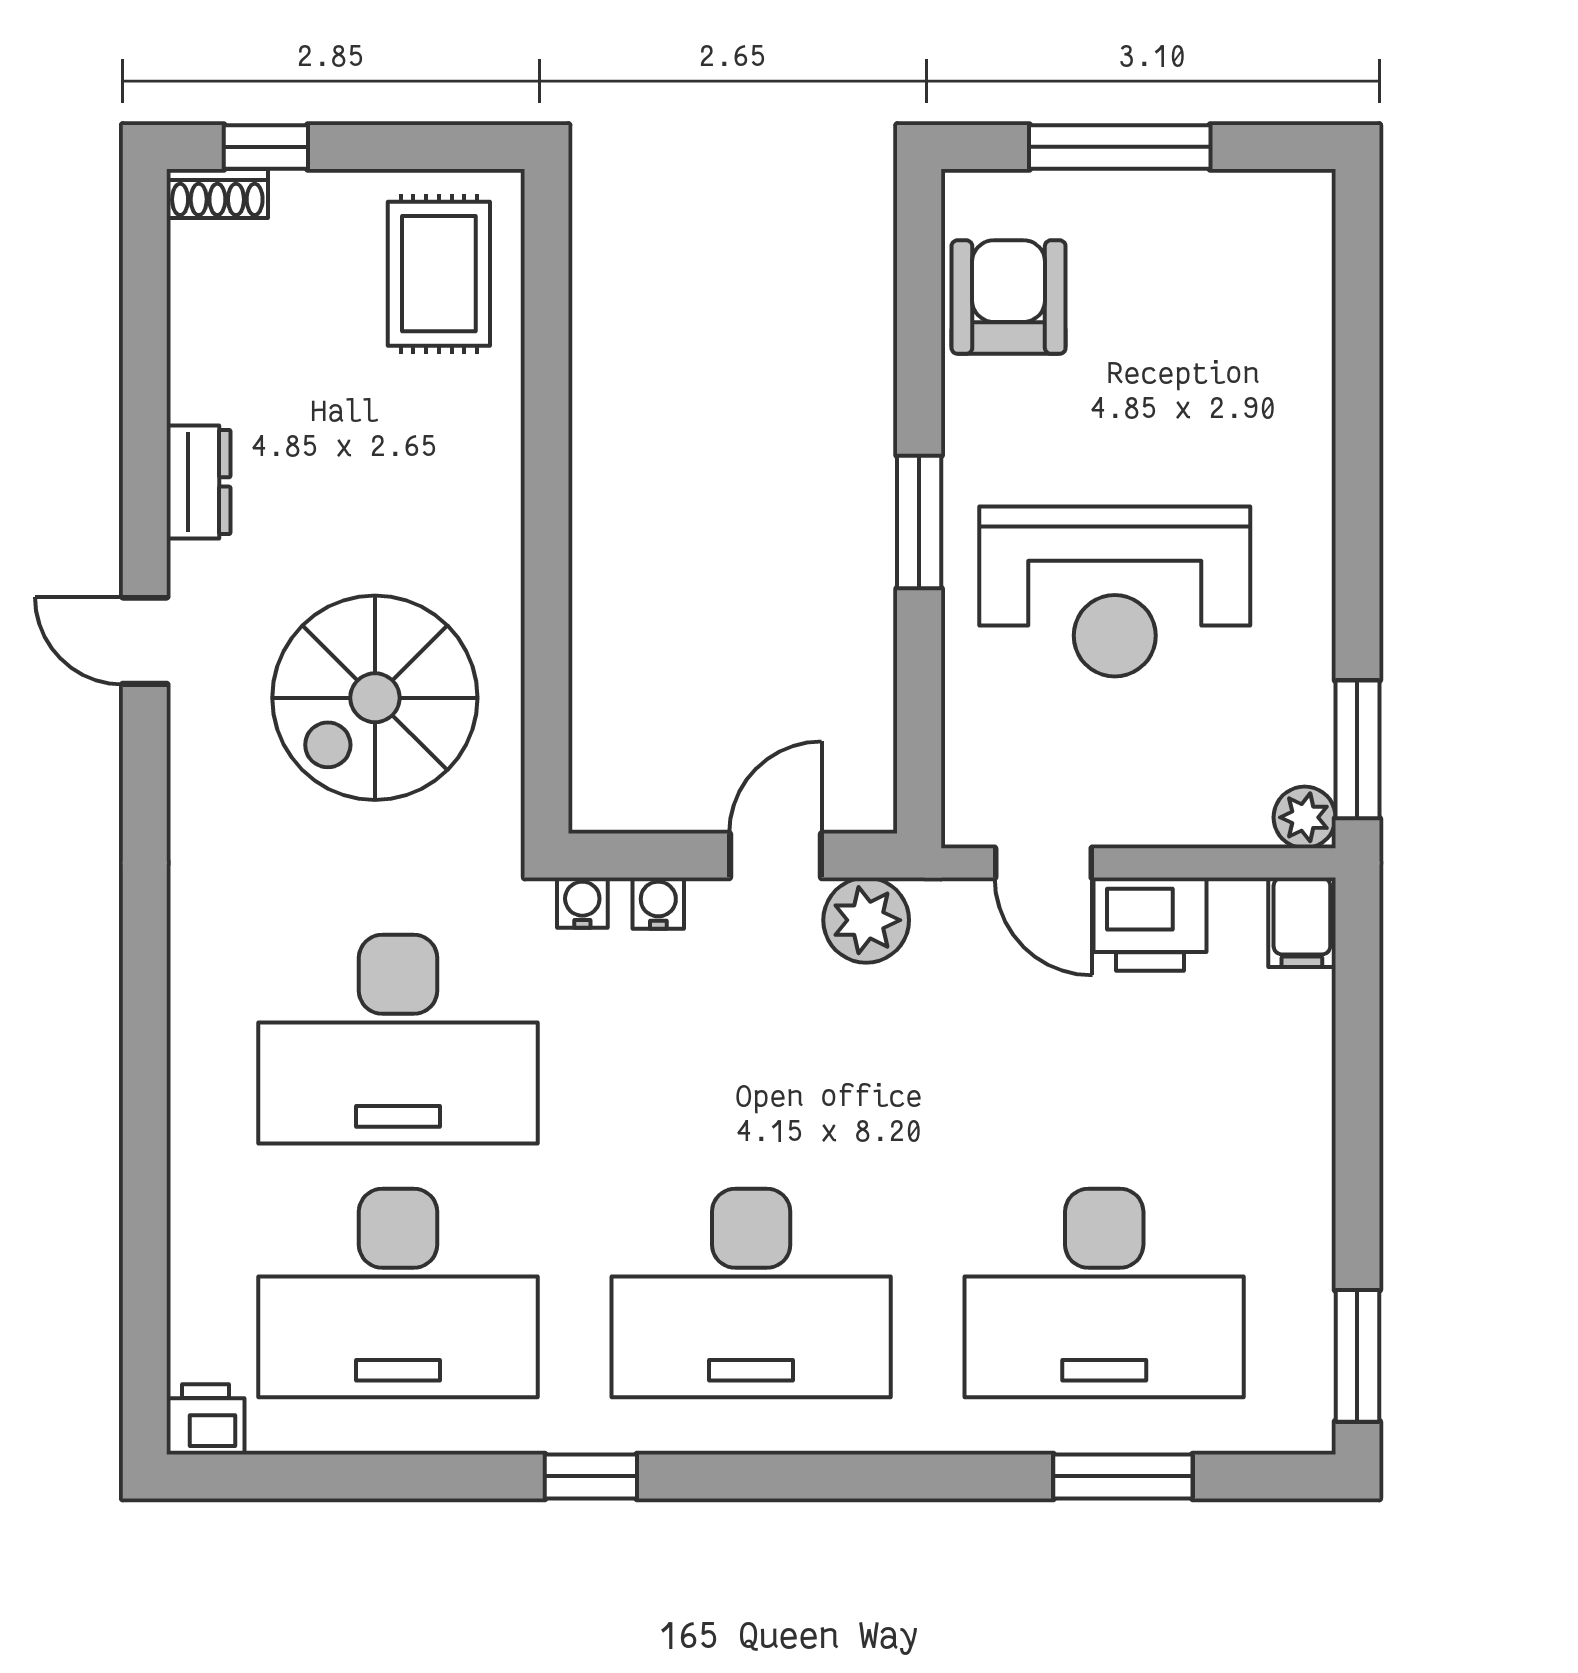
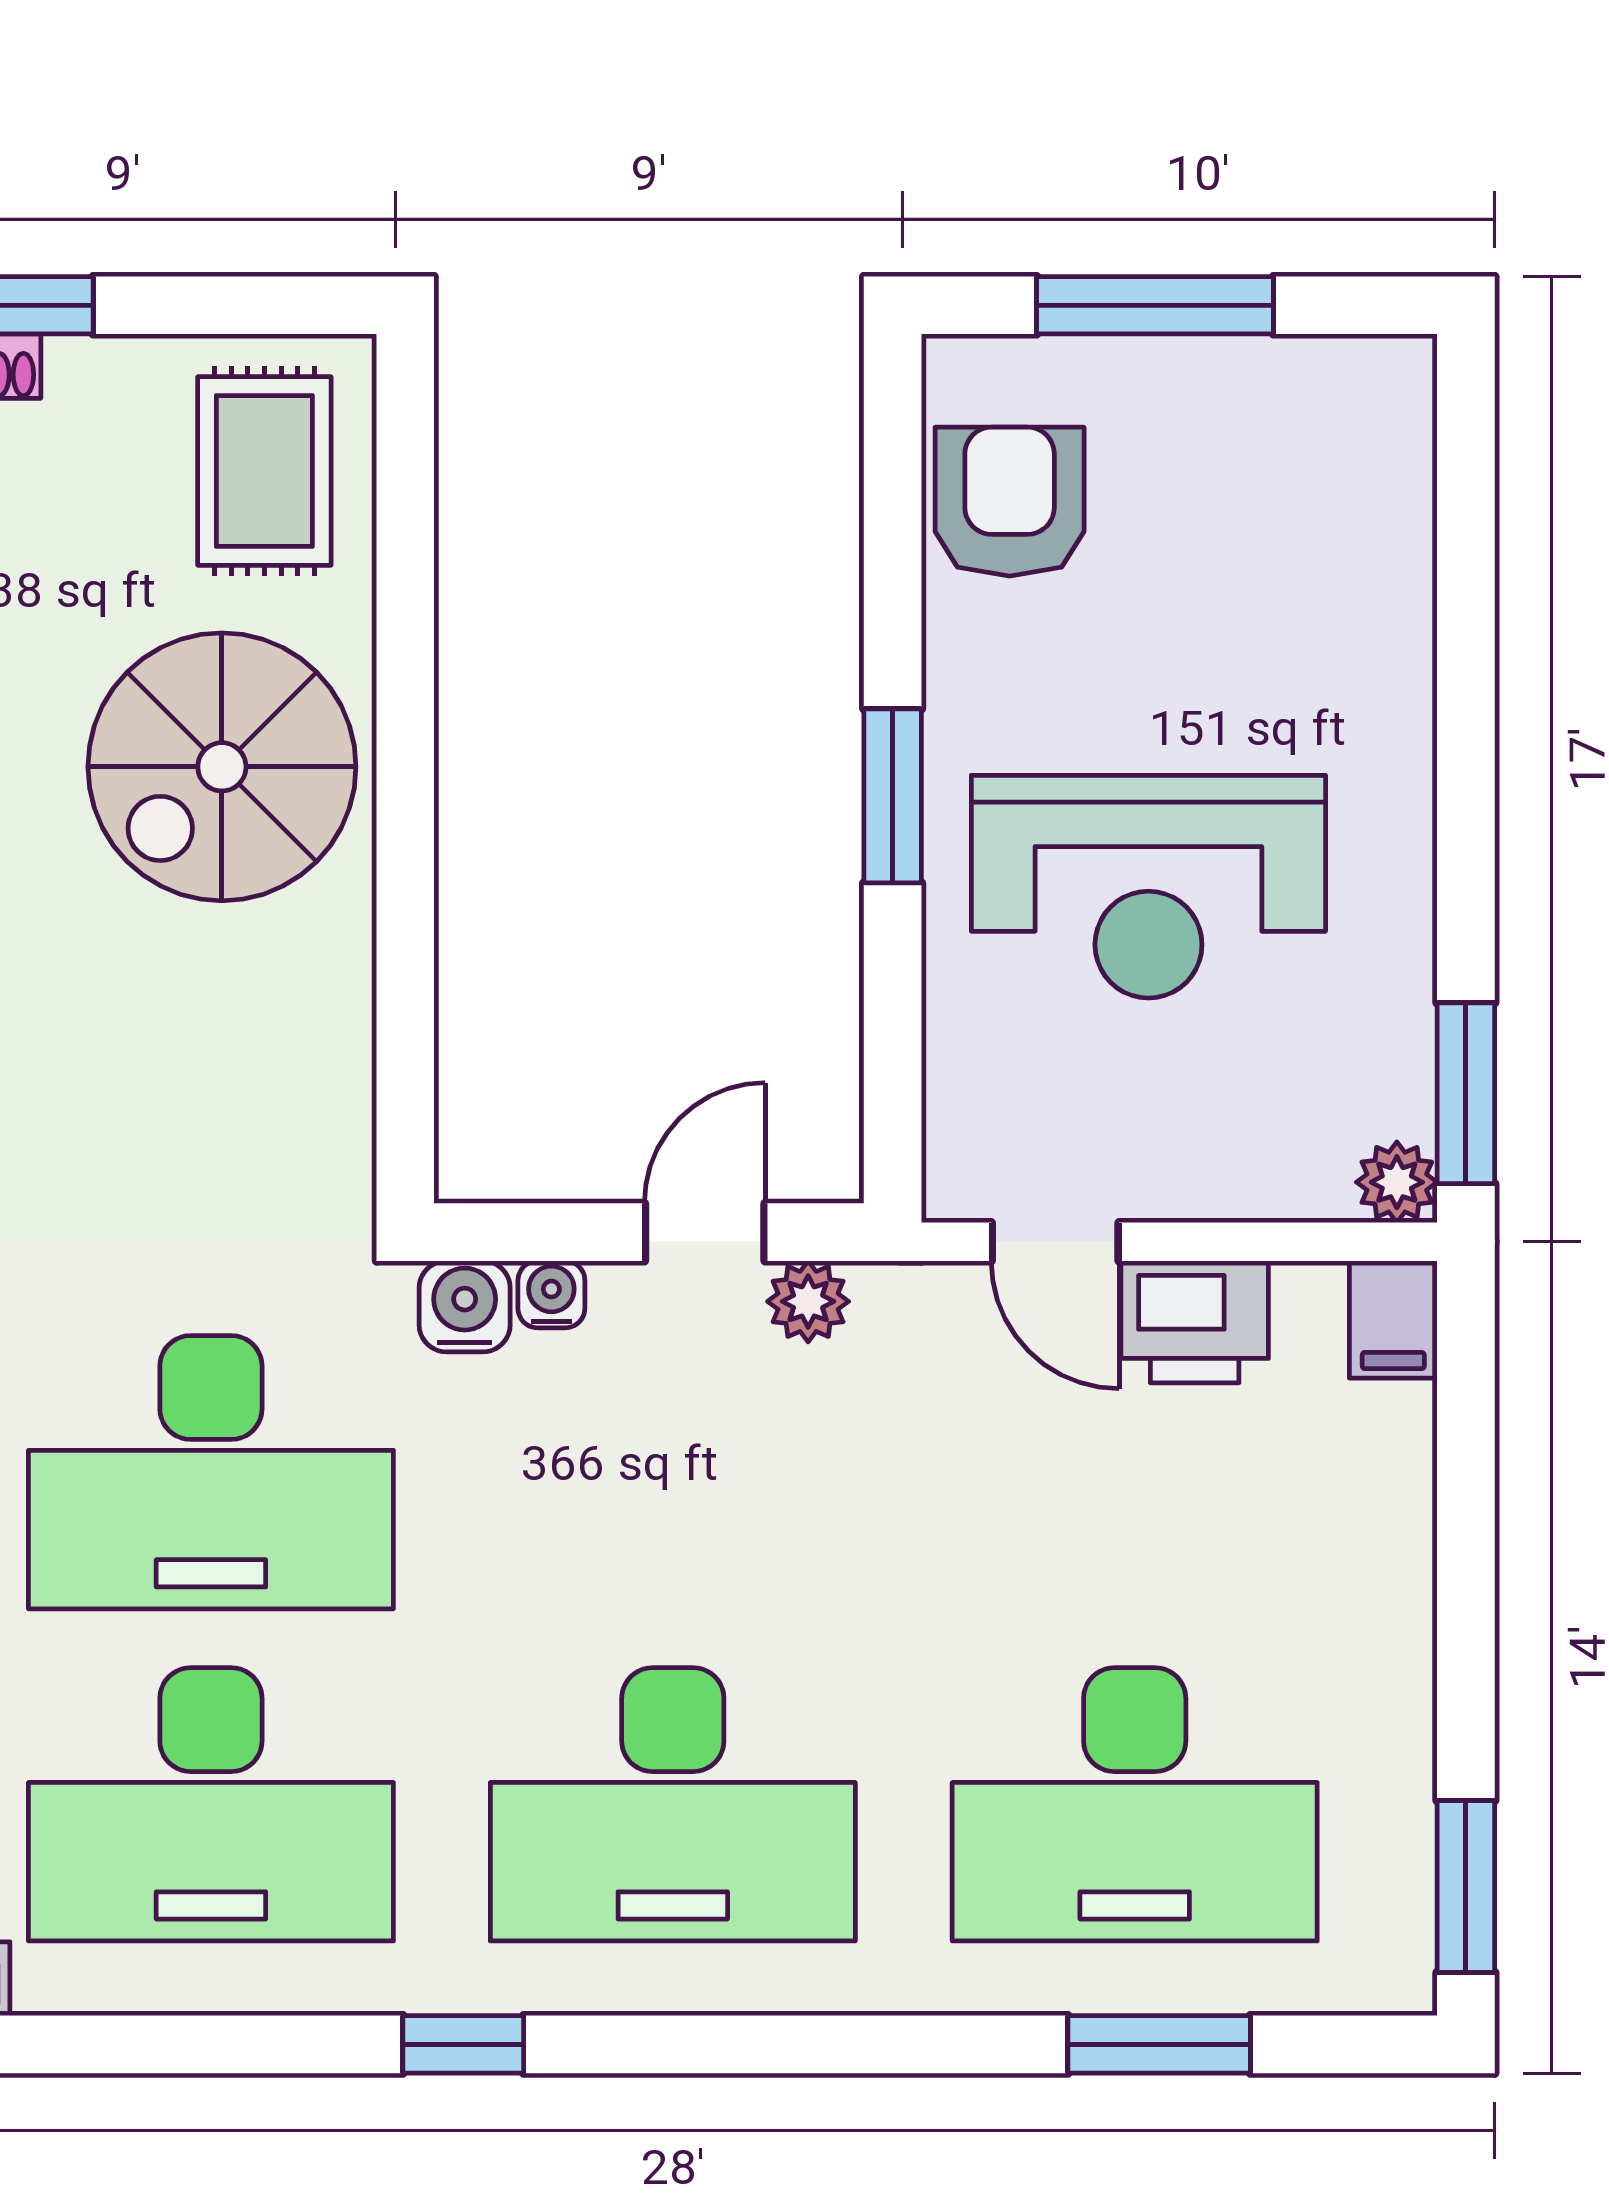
spiral stairs: (375, 698) -> (222, 767), moved
water cooler: (582, 903) -> (465, 1306), width x1.38, depth x1.38
plant: (866, 920) -> (808, 1301), width x0.73, depth x0.73

